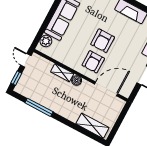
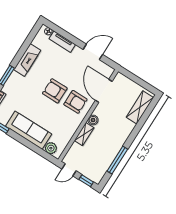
armchair: (103, 41) -> (55, 91), turned 180

